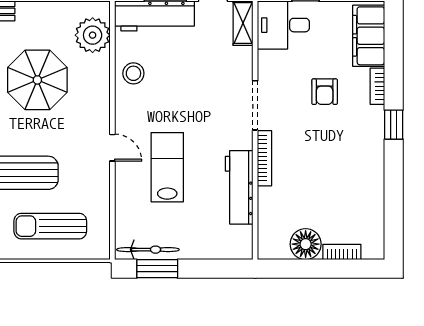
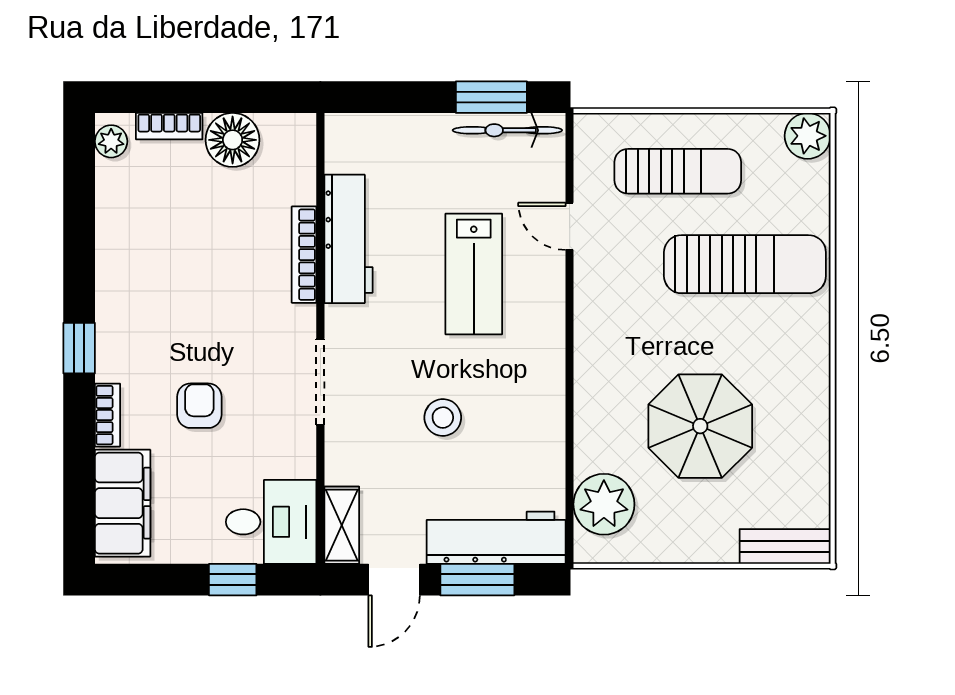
stool: (133, 73) -> (443, 418), moved
door: (112, 148) -> (570, 226), moved
bookcase: (265, 158) -> (304, 255), moved
plant: (375, 243) -> (111, 141), added

